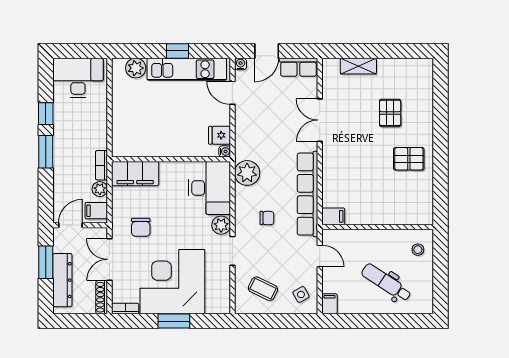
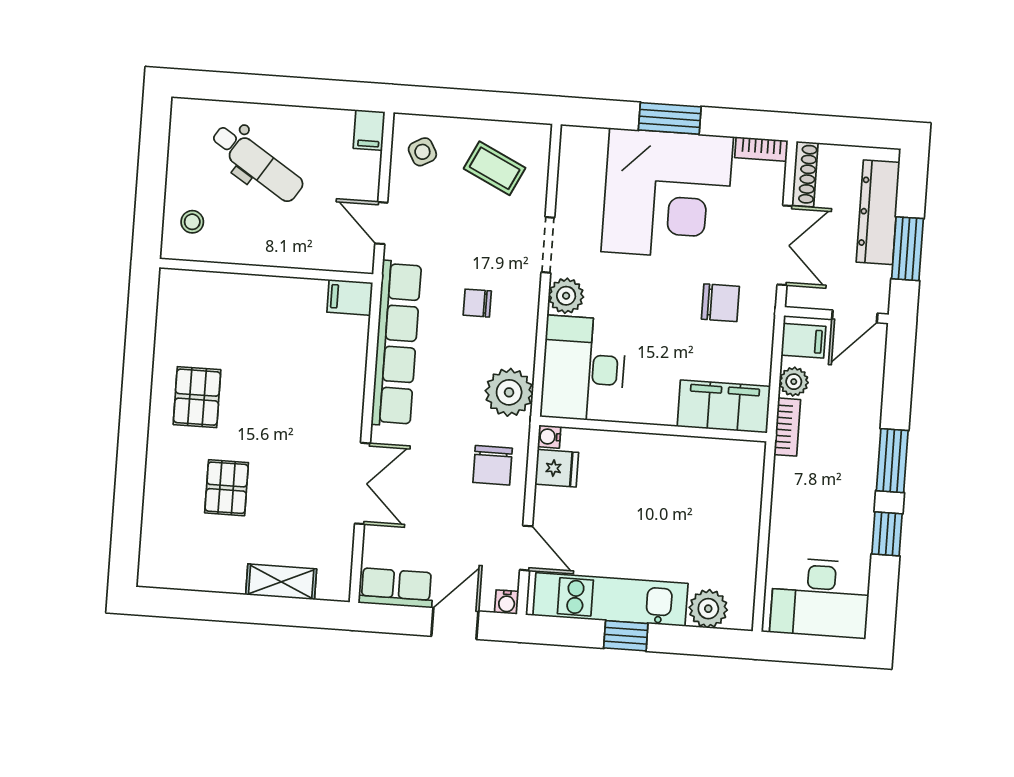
chair: (253, 134) -> (493, 465), added
pallet: (409, 159) -> (197, 397), turned 90
chair: (141, 227) -> (720, 303), turned 90

